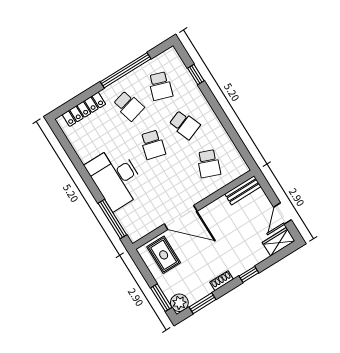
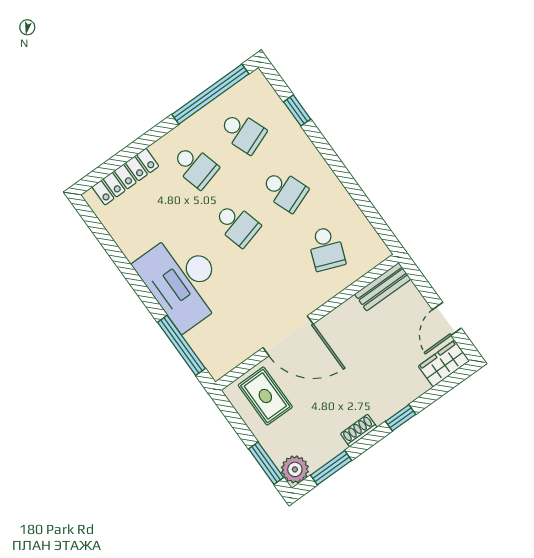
window: (126, 70) -> (210, 94), moved
school desk: (160, 86) -> (243, 132), turned -39
school desk: (153, 145) -> (237, 225), turned -30

